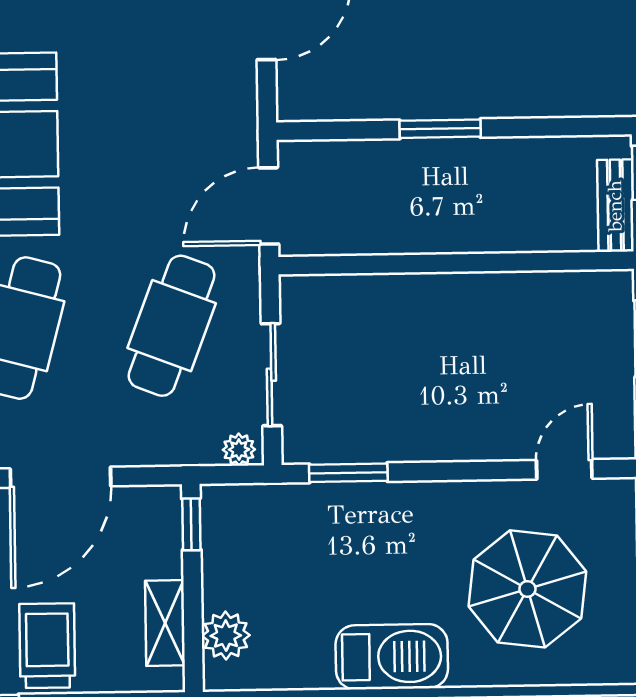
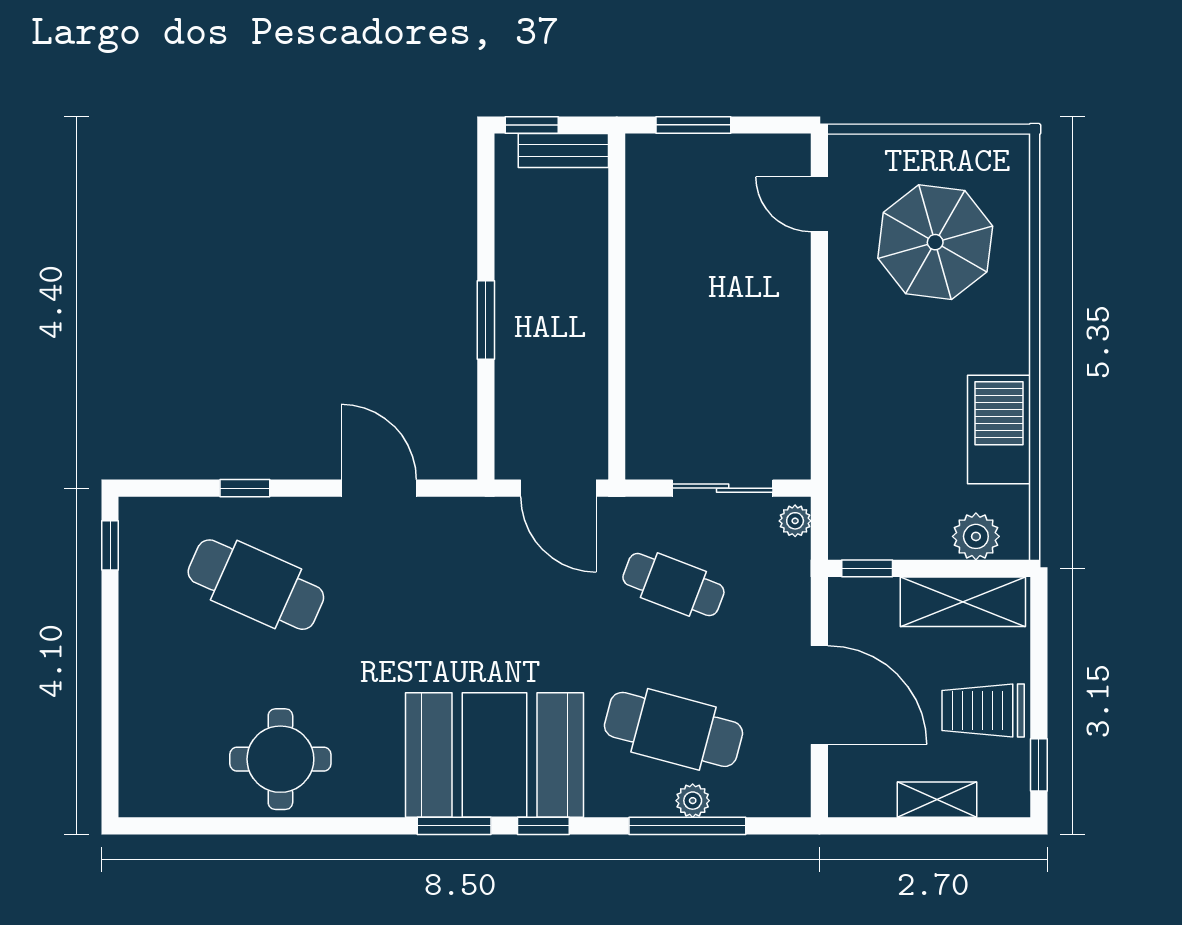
cafe table: (172, 326) -> (673, 585), width x0.73, depth x0.74
window: (348, 473) -> (819, 415), removed
shelving: (165, 623) -> (963, 602), width x1.50, depth x1.33
barbecue: (392, 657) -> (999, 430), moved

